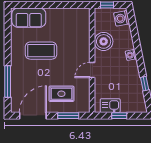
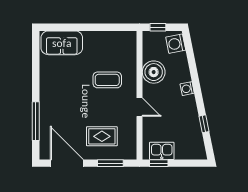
coffee table: (41, 51) -> (107, 80), moved, width x0.73, depth x0.76
door: (92, 70) -> (140, 107), swing flipped
door: (33, 116) -> (67, 163), hinge flipped
window: (119, 116) -> (159, 163), moved

